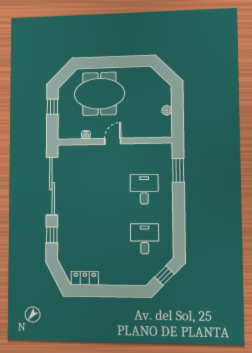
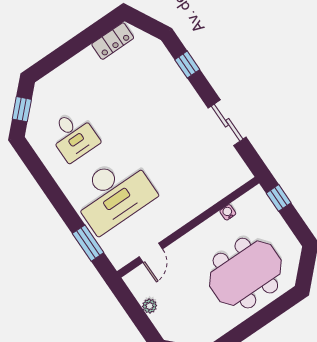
window: (52, 107) -> (279, 198), moved
door: (113, 141) -> (151, 253), moved
sliding door: (52, 186) -> (227, 123), width x0.54
desk: (144, 189) -> (113, 194), width x1.87, depth x1.30

